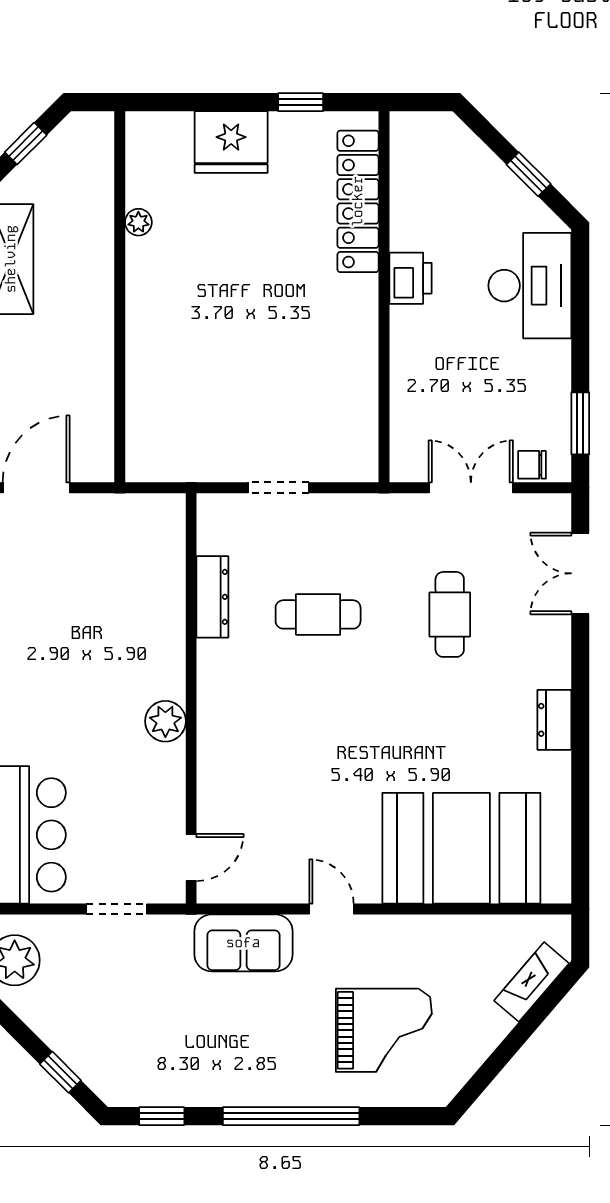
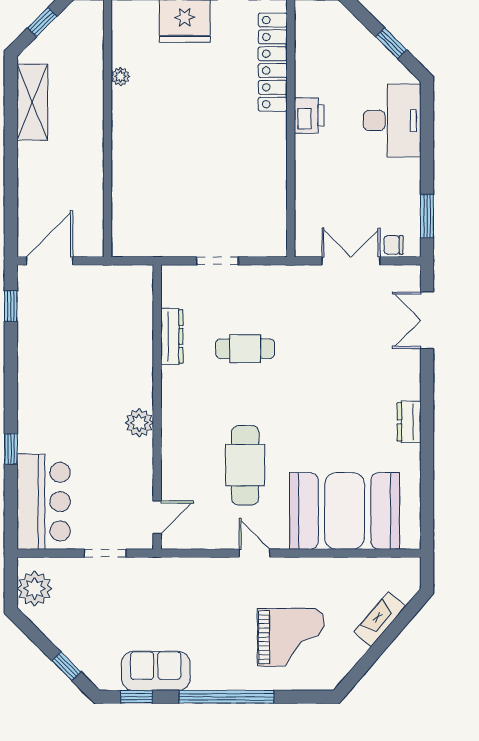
cafe table: (450, 614) -> (245, 465), moved, width x1.37, depth x1.35
sofa: (243, 943) -> (156, 671), moved, turned 180
fireplace: (532, 982) -> (380, 619), moved

